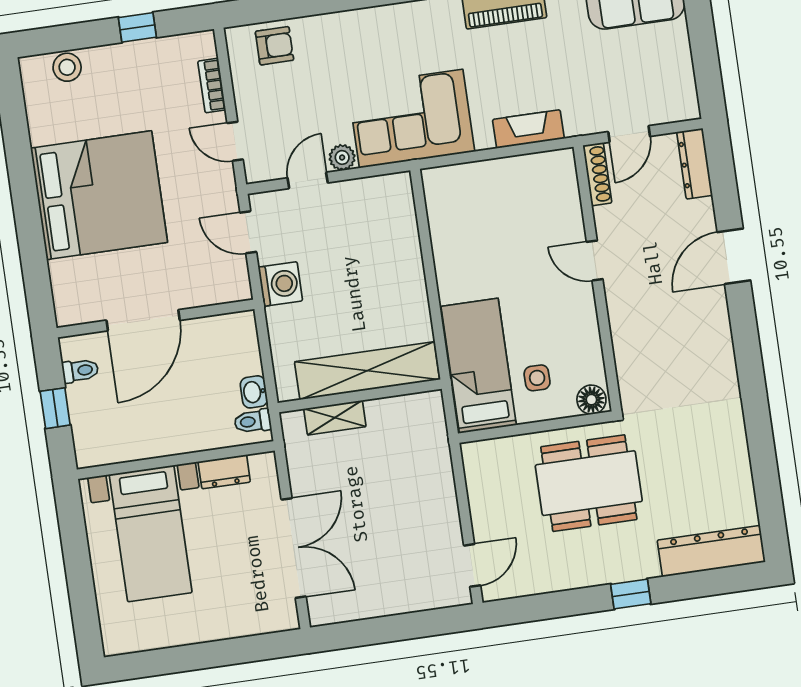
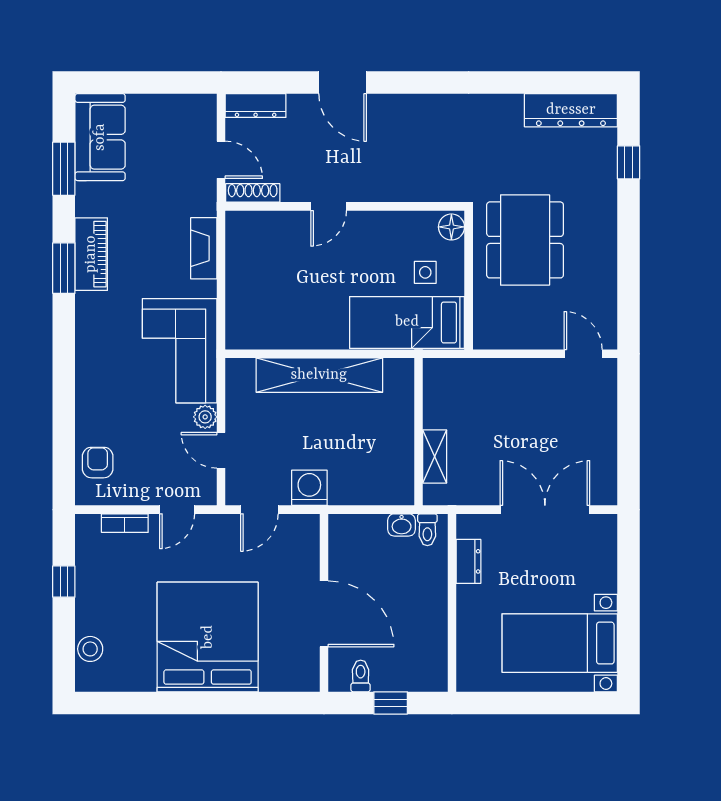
shelving: (367, 371) -> (319, 375), moved, turned 90
bed with nightstands: (151, 534) -> (560, 643), moved, turned 180
dresser: (711, 551) -> (571, 110), moved, turned -90
window: (631, 594) -> (629, 162), moved

